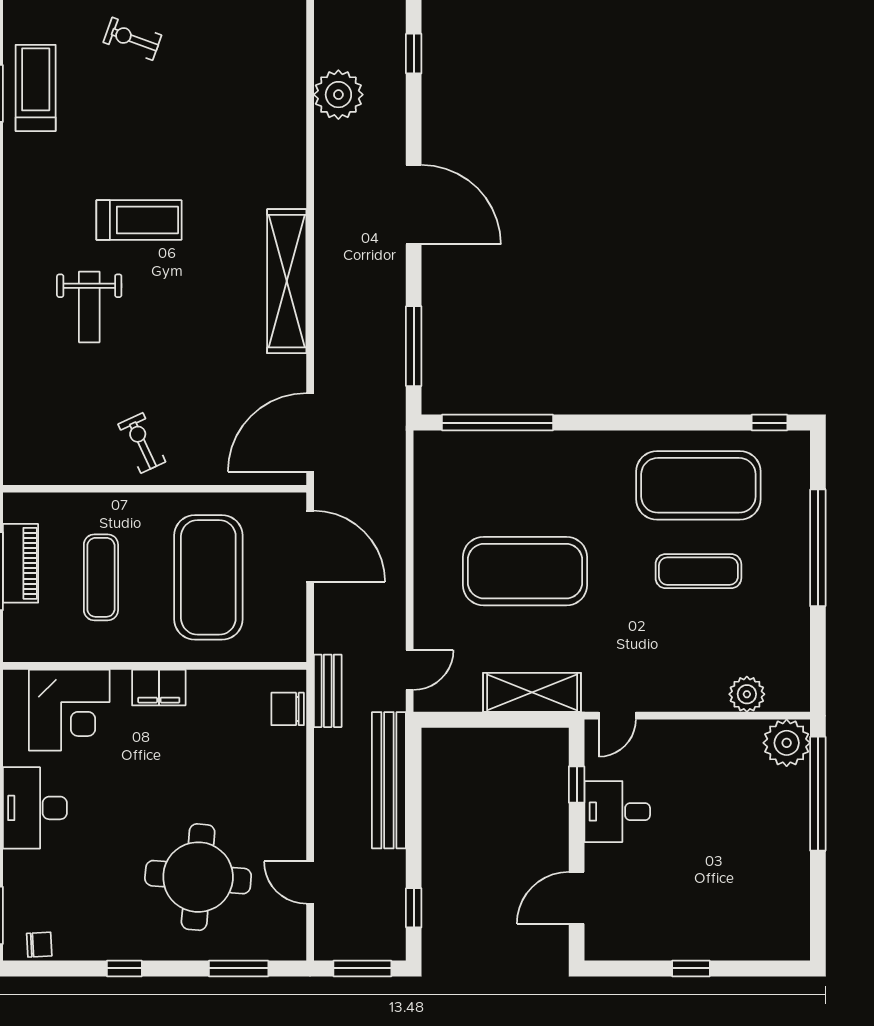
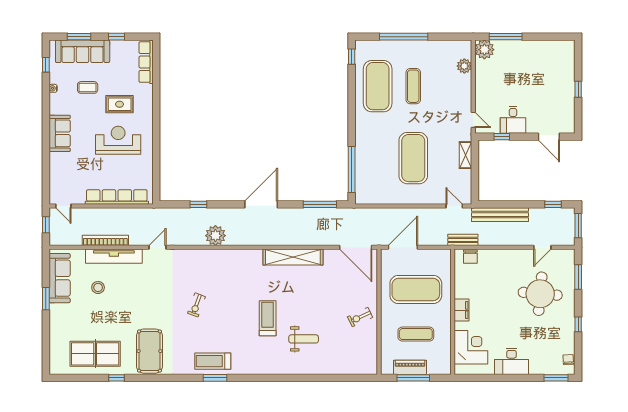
exercise bike: (132, 39) -> (196, 305), moved
shelving: (532, 692) -> (466, 155), width x0.67, depth x0.75
window: (818, 794) -> (506, 37), width x0.68

